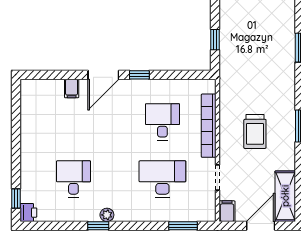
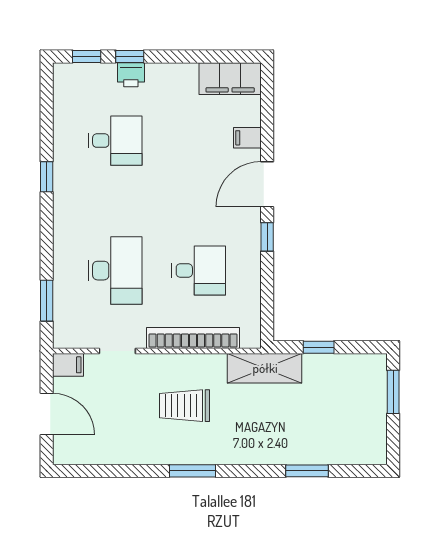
door: (103, 75) -> (267, 184), hinge flipped
filing cabinet: (31, 100) -> (230, 79), added
window: (16, 169) -> (130, 57), added
shelving: (285, 196) -> (265, 368), moved
printer: (28, 213) -> (131, 75), moved
plant: (107, 215) -> (63, 189), removed

